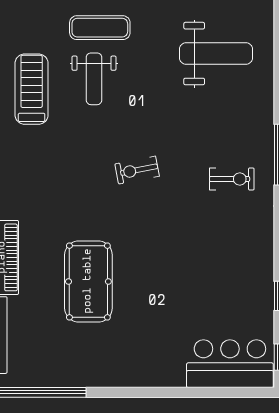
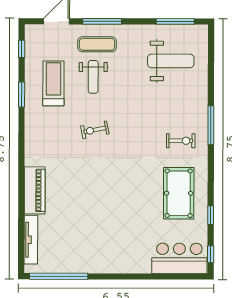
exercise bike: (137, 170) -> (95, 130), moved
pool table: (88, 281) -> (179, 193), moved

